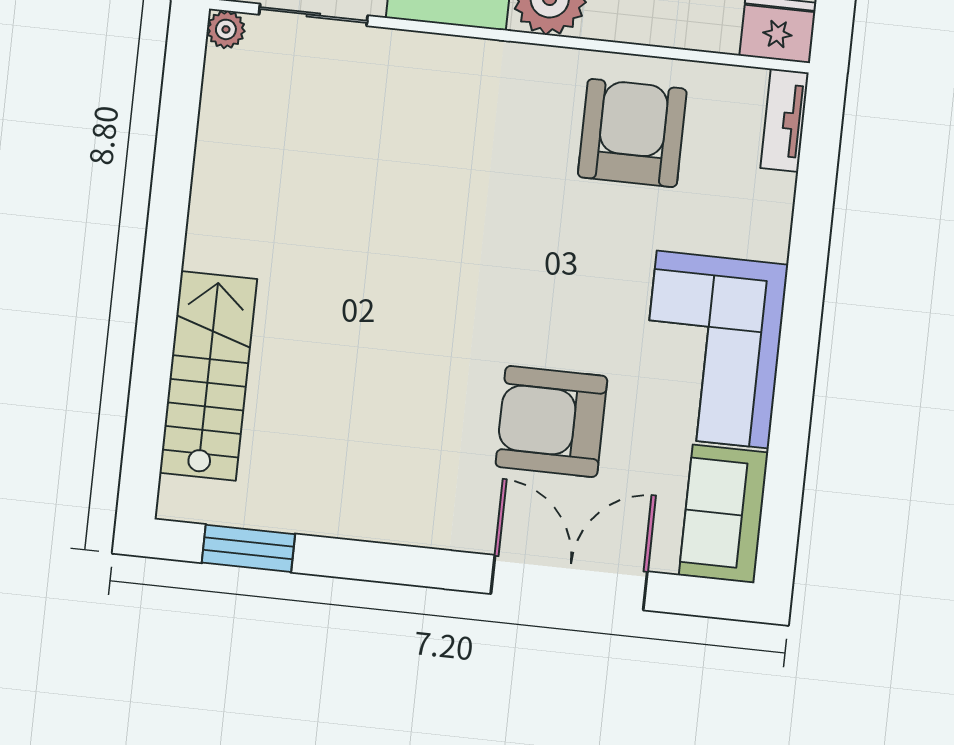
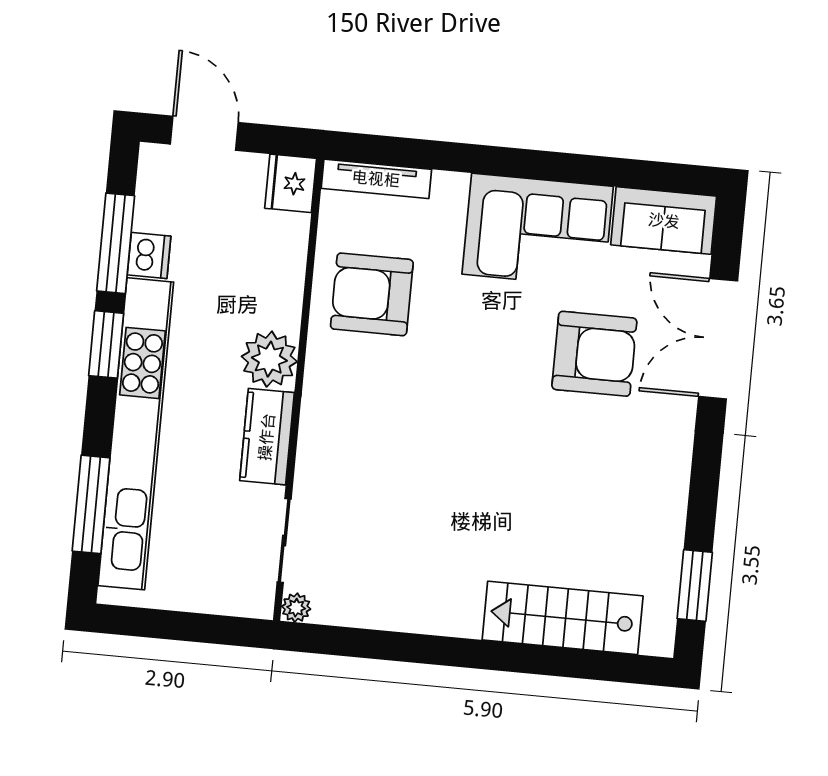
tv unit: (785, 120) -> (376, 179), width x1.41
armchair: (551, 421) -> (594, 354), turned -90

